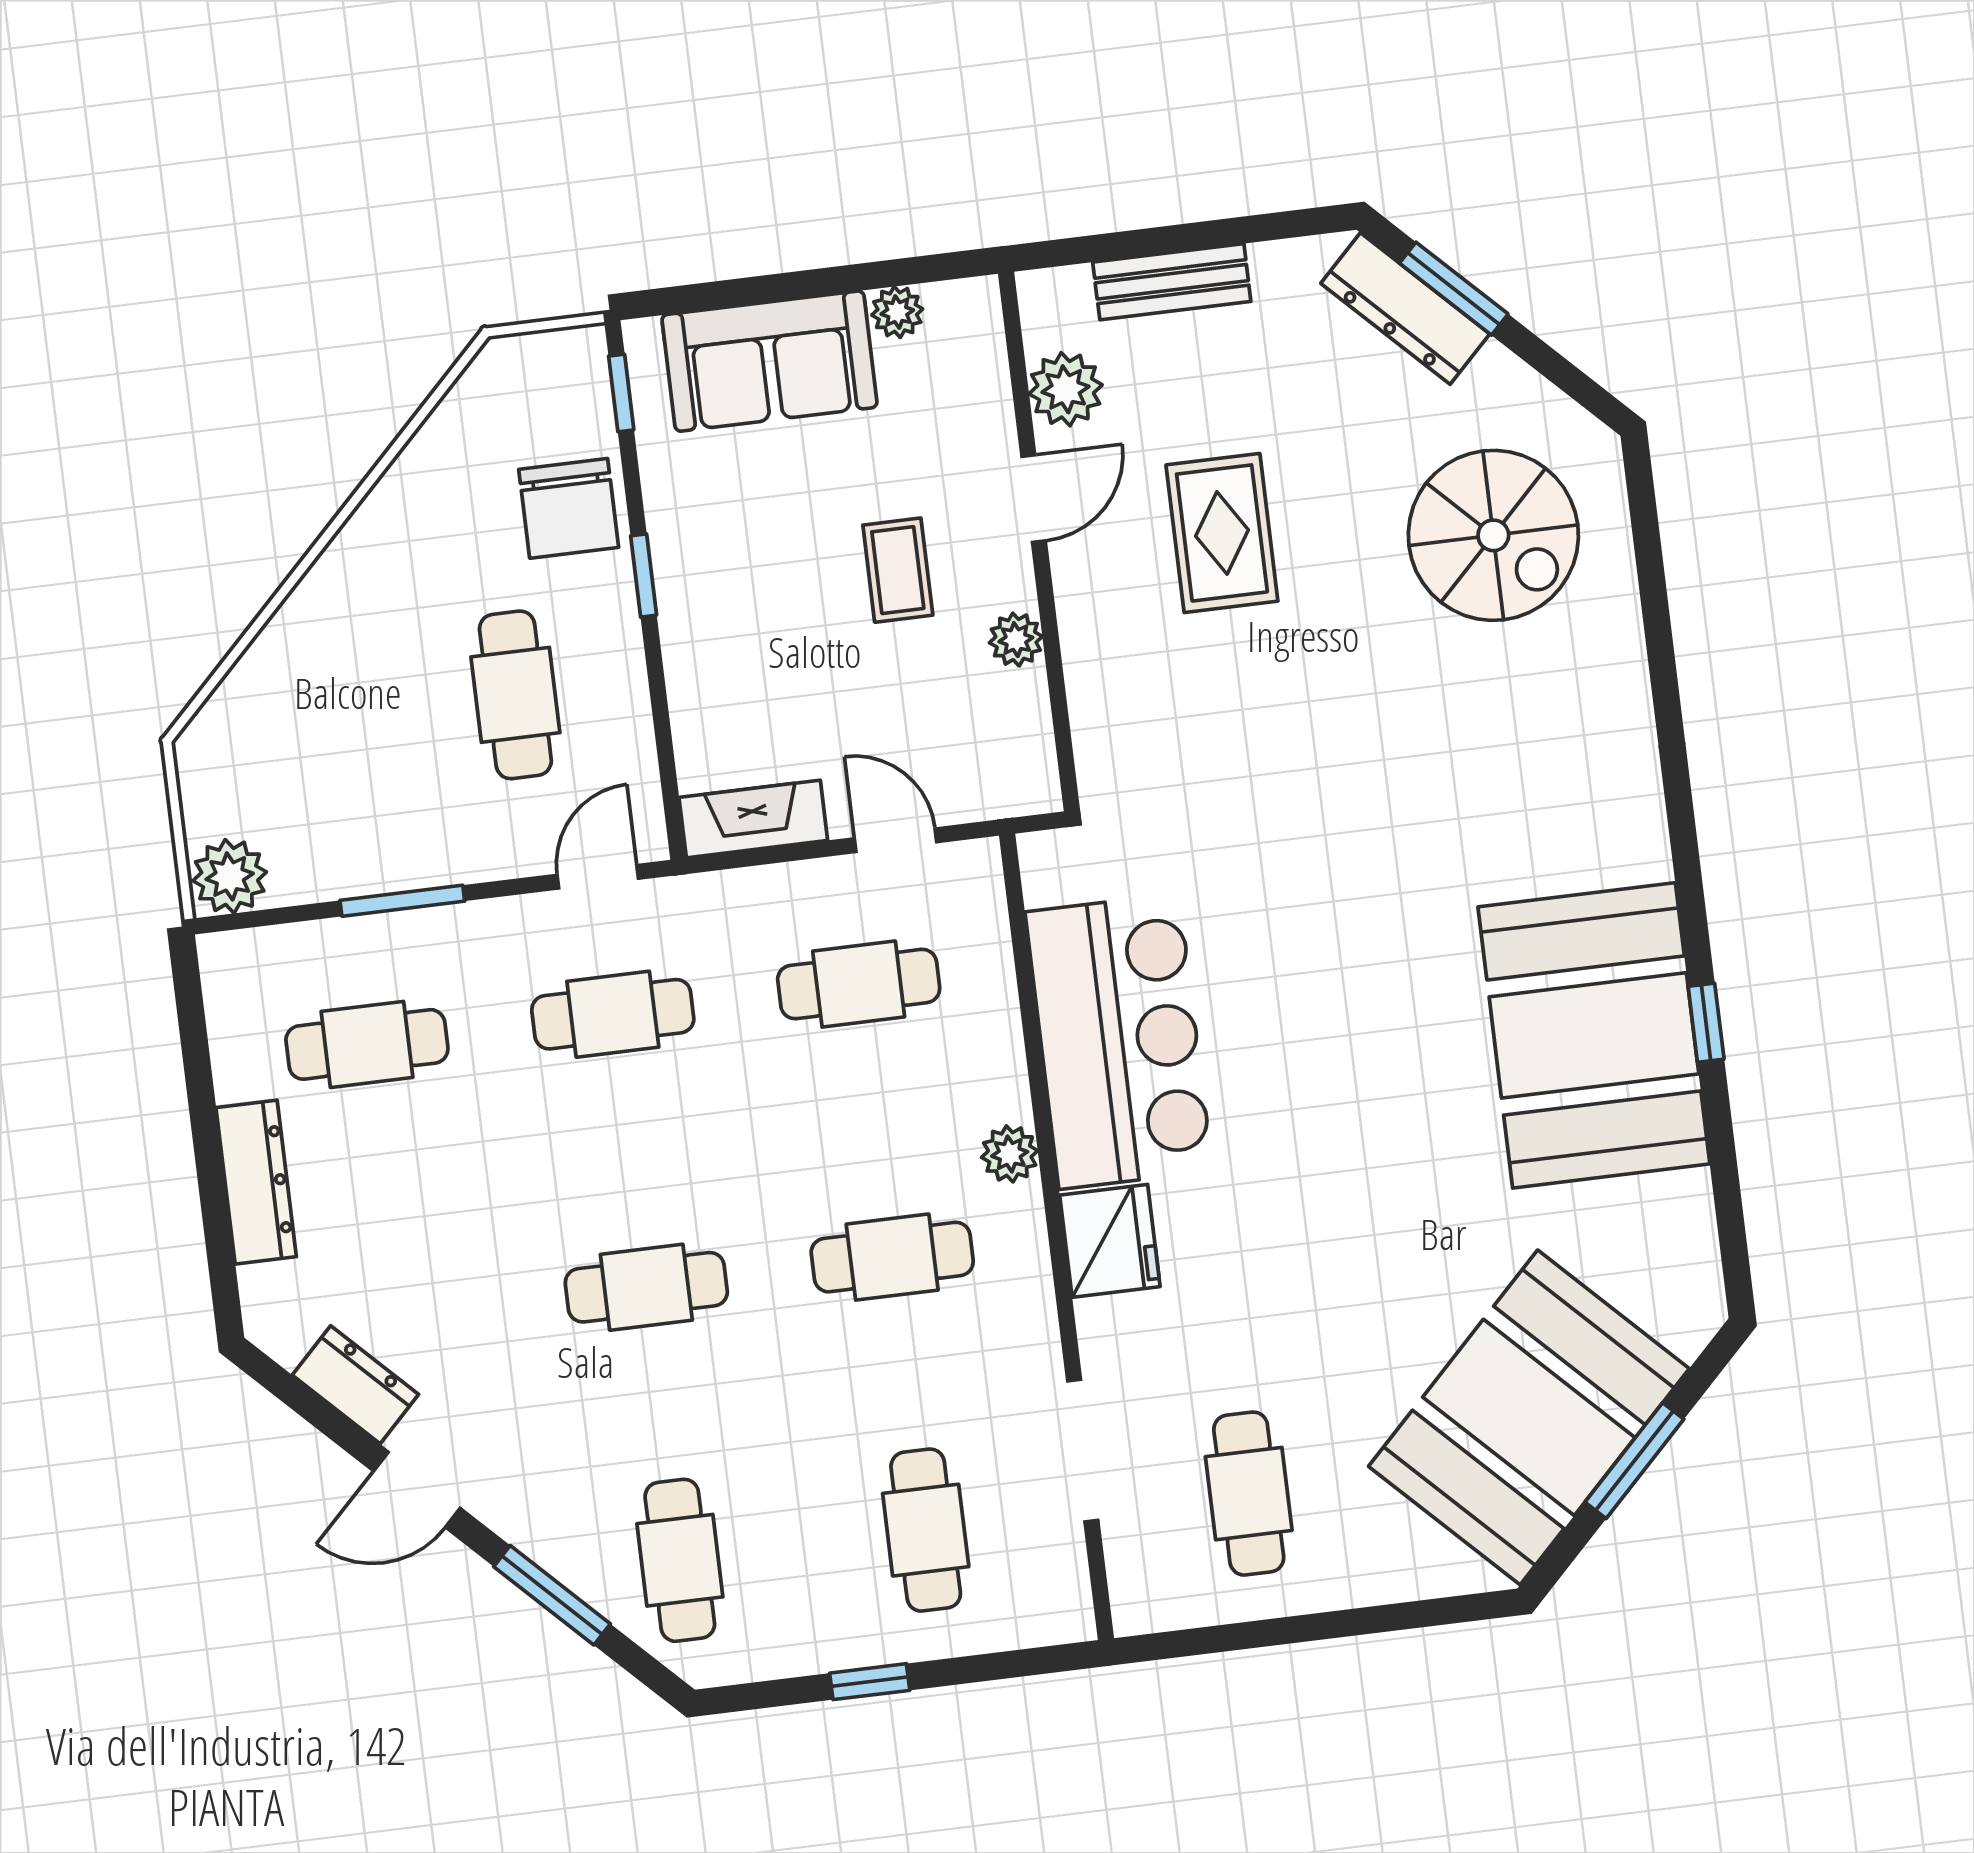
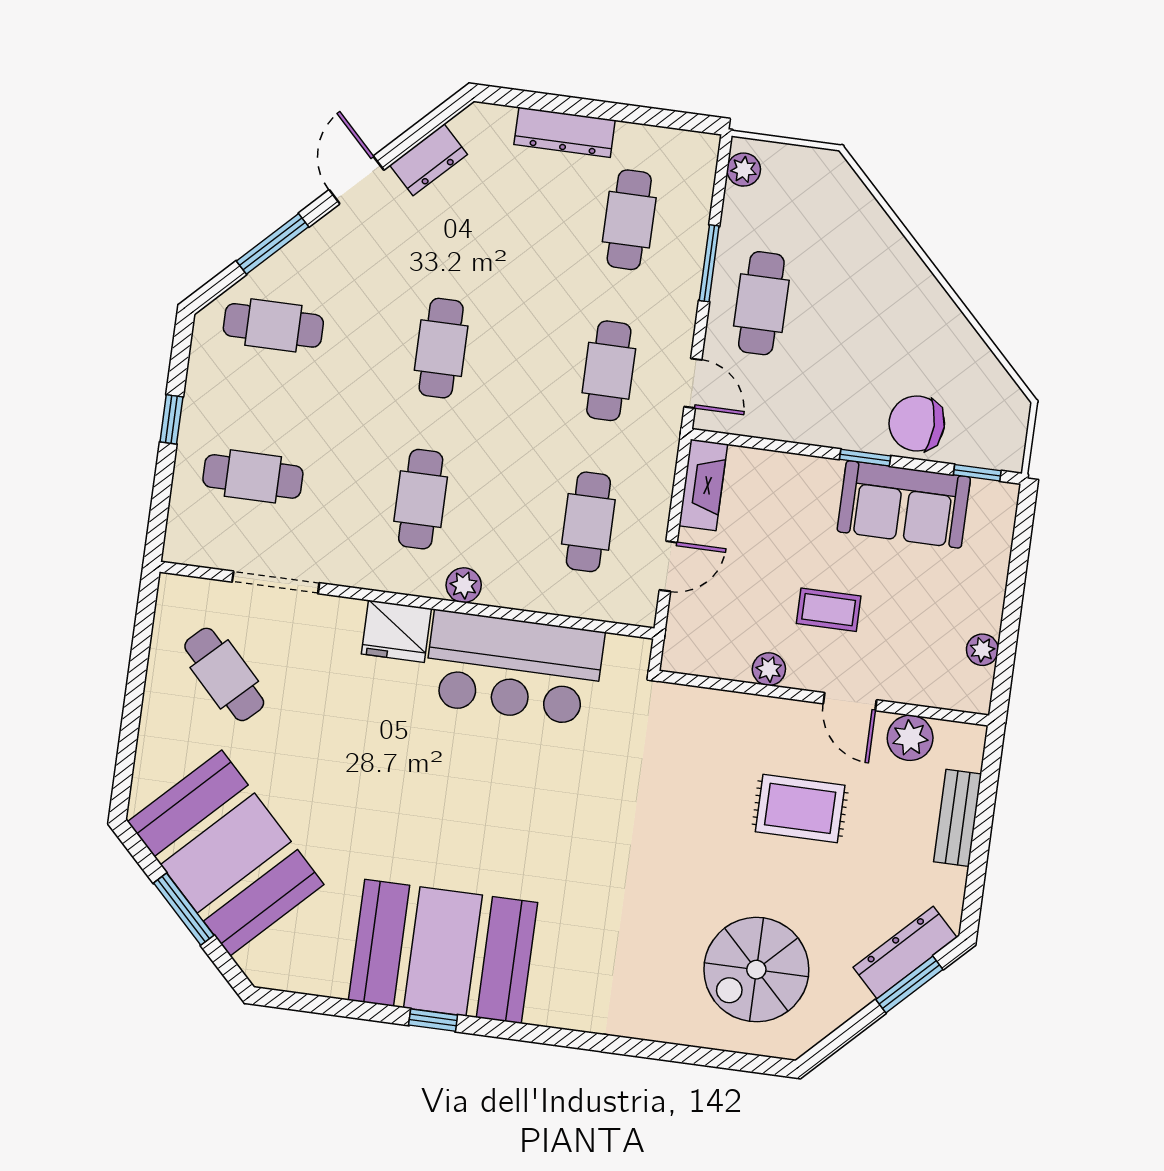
sofa: (769, 361) -> (904, 504), moved, turned -90
cafe table: (515, 695) -> (761, 303), moved, turned 90
plant: (230, 876) -> (744, 170), width x0.73, depth x0.73
cafe table: (1249, 1494) -> (224, 674), turned 46

